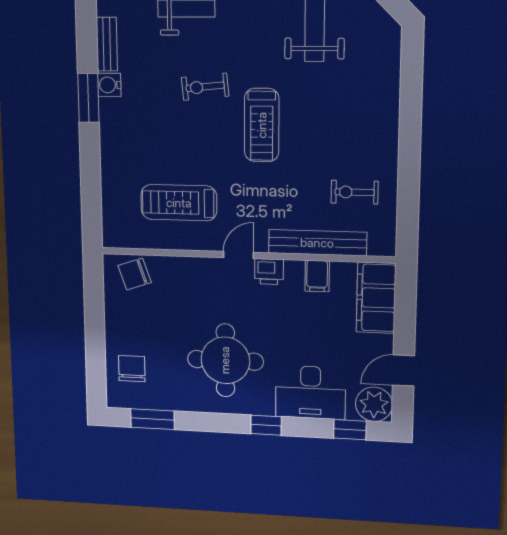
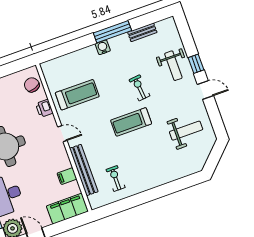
water cooler: (109, 85) -> (103, 47), moved
window: (88, 98) -> (112, 32), width x1.44
treadmill: (179, 203) -> (77, 95), turned 90
printer: (269, 272) -> (44, 108), moved

